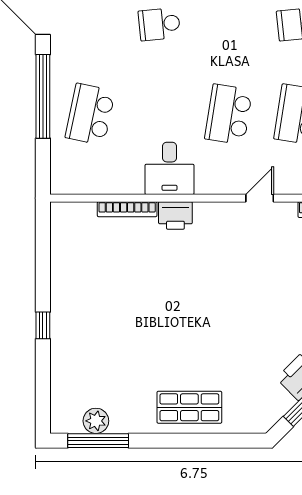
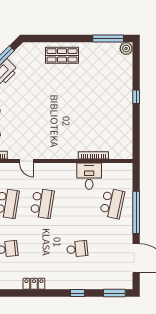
desk: (170, 168) -> (89, 176), moved
door: (260, 198) -> (27, 161), hinge flipped
printer: (175, 215) -> (69, 152), removed
plant: (96, 421) -> (126, 48), moved

